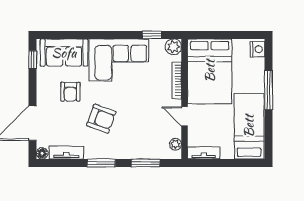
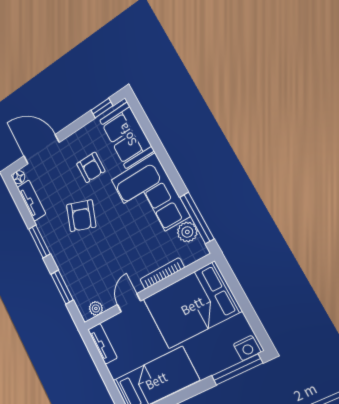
window: (152, 35) -> (197, 218), width x2.17
plant: (173, 47) -> (187, 232), moved
window: (269, 90) -> (237, 370), moved
armchair: (70, 92) -> (91, 167), turned -90

